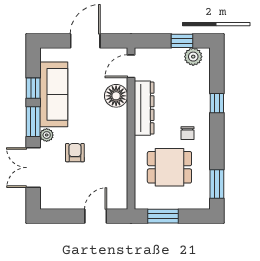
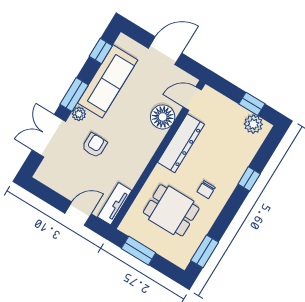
window: (33, 88) -> (101, 51), moved
tv unit: (120, 190) -> (115, 204), added

